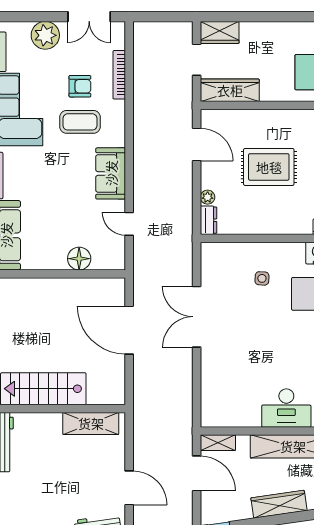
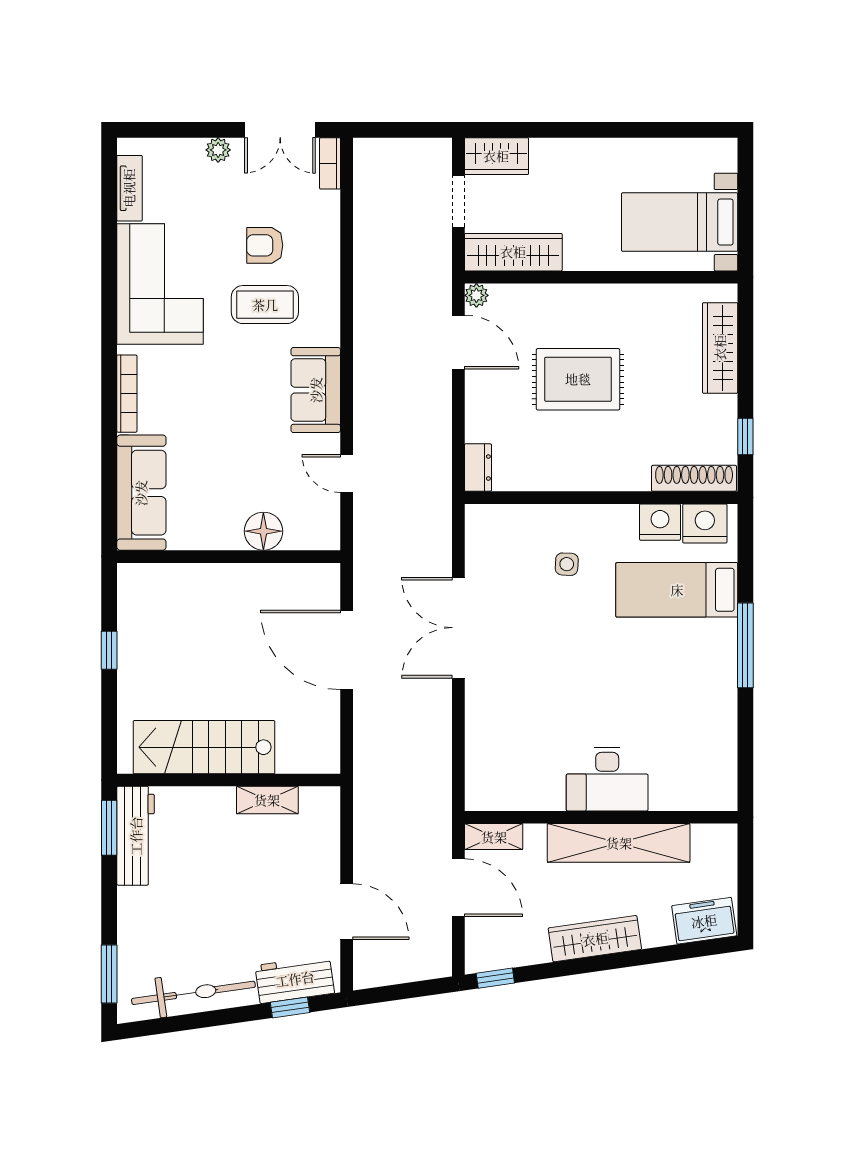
plant: (45, 35) -> (218, 150), width x0.53, depth x0.53
bookcase: (119, 75) -> (330, 163), moved, width x0.64
armchair: (80, 86) -> (265, 245), turned 180
plant: (208, 197) -> (476, 295), moved
shelving: (91, 423) -> (267, 800), width x0.67, depth x0.75

